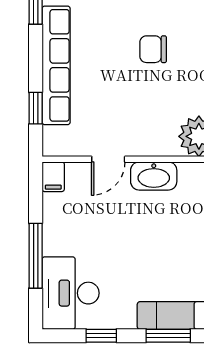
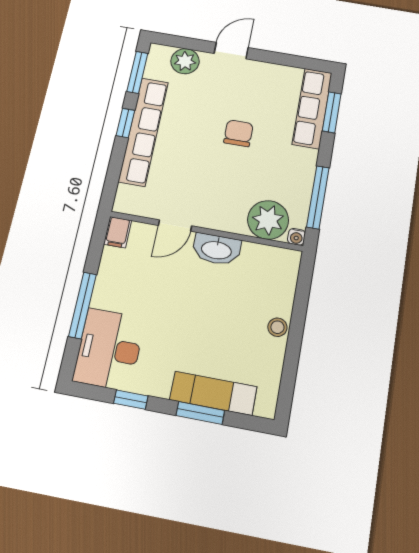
chair: (153, 49) -> (238, 133), turned 90
window: (36, 108) -> (125, 123), moved

